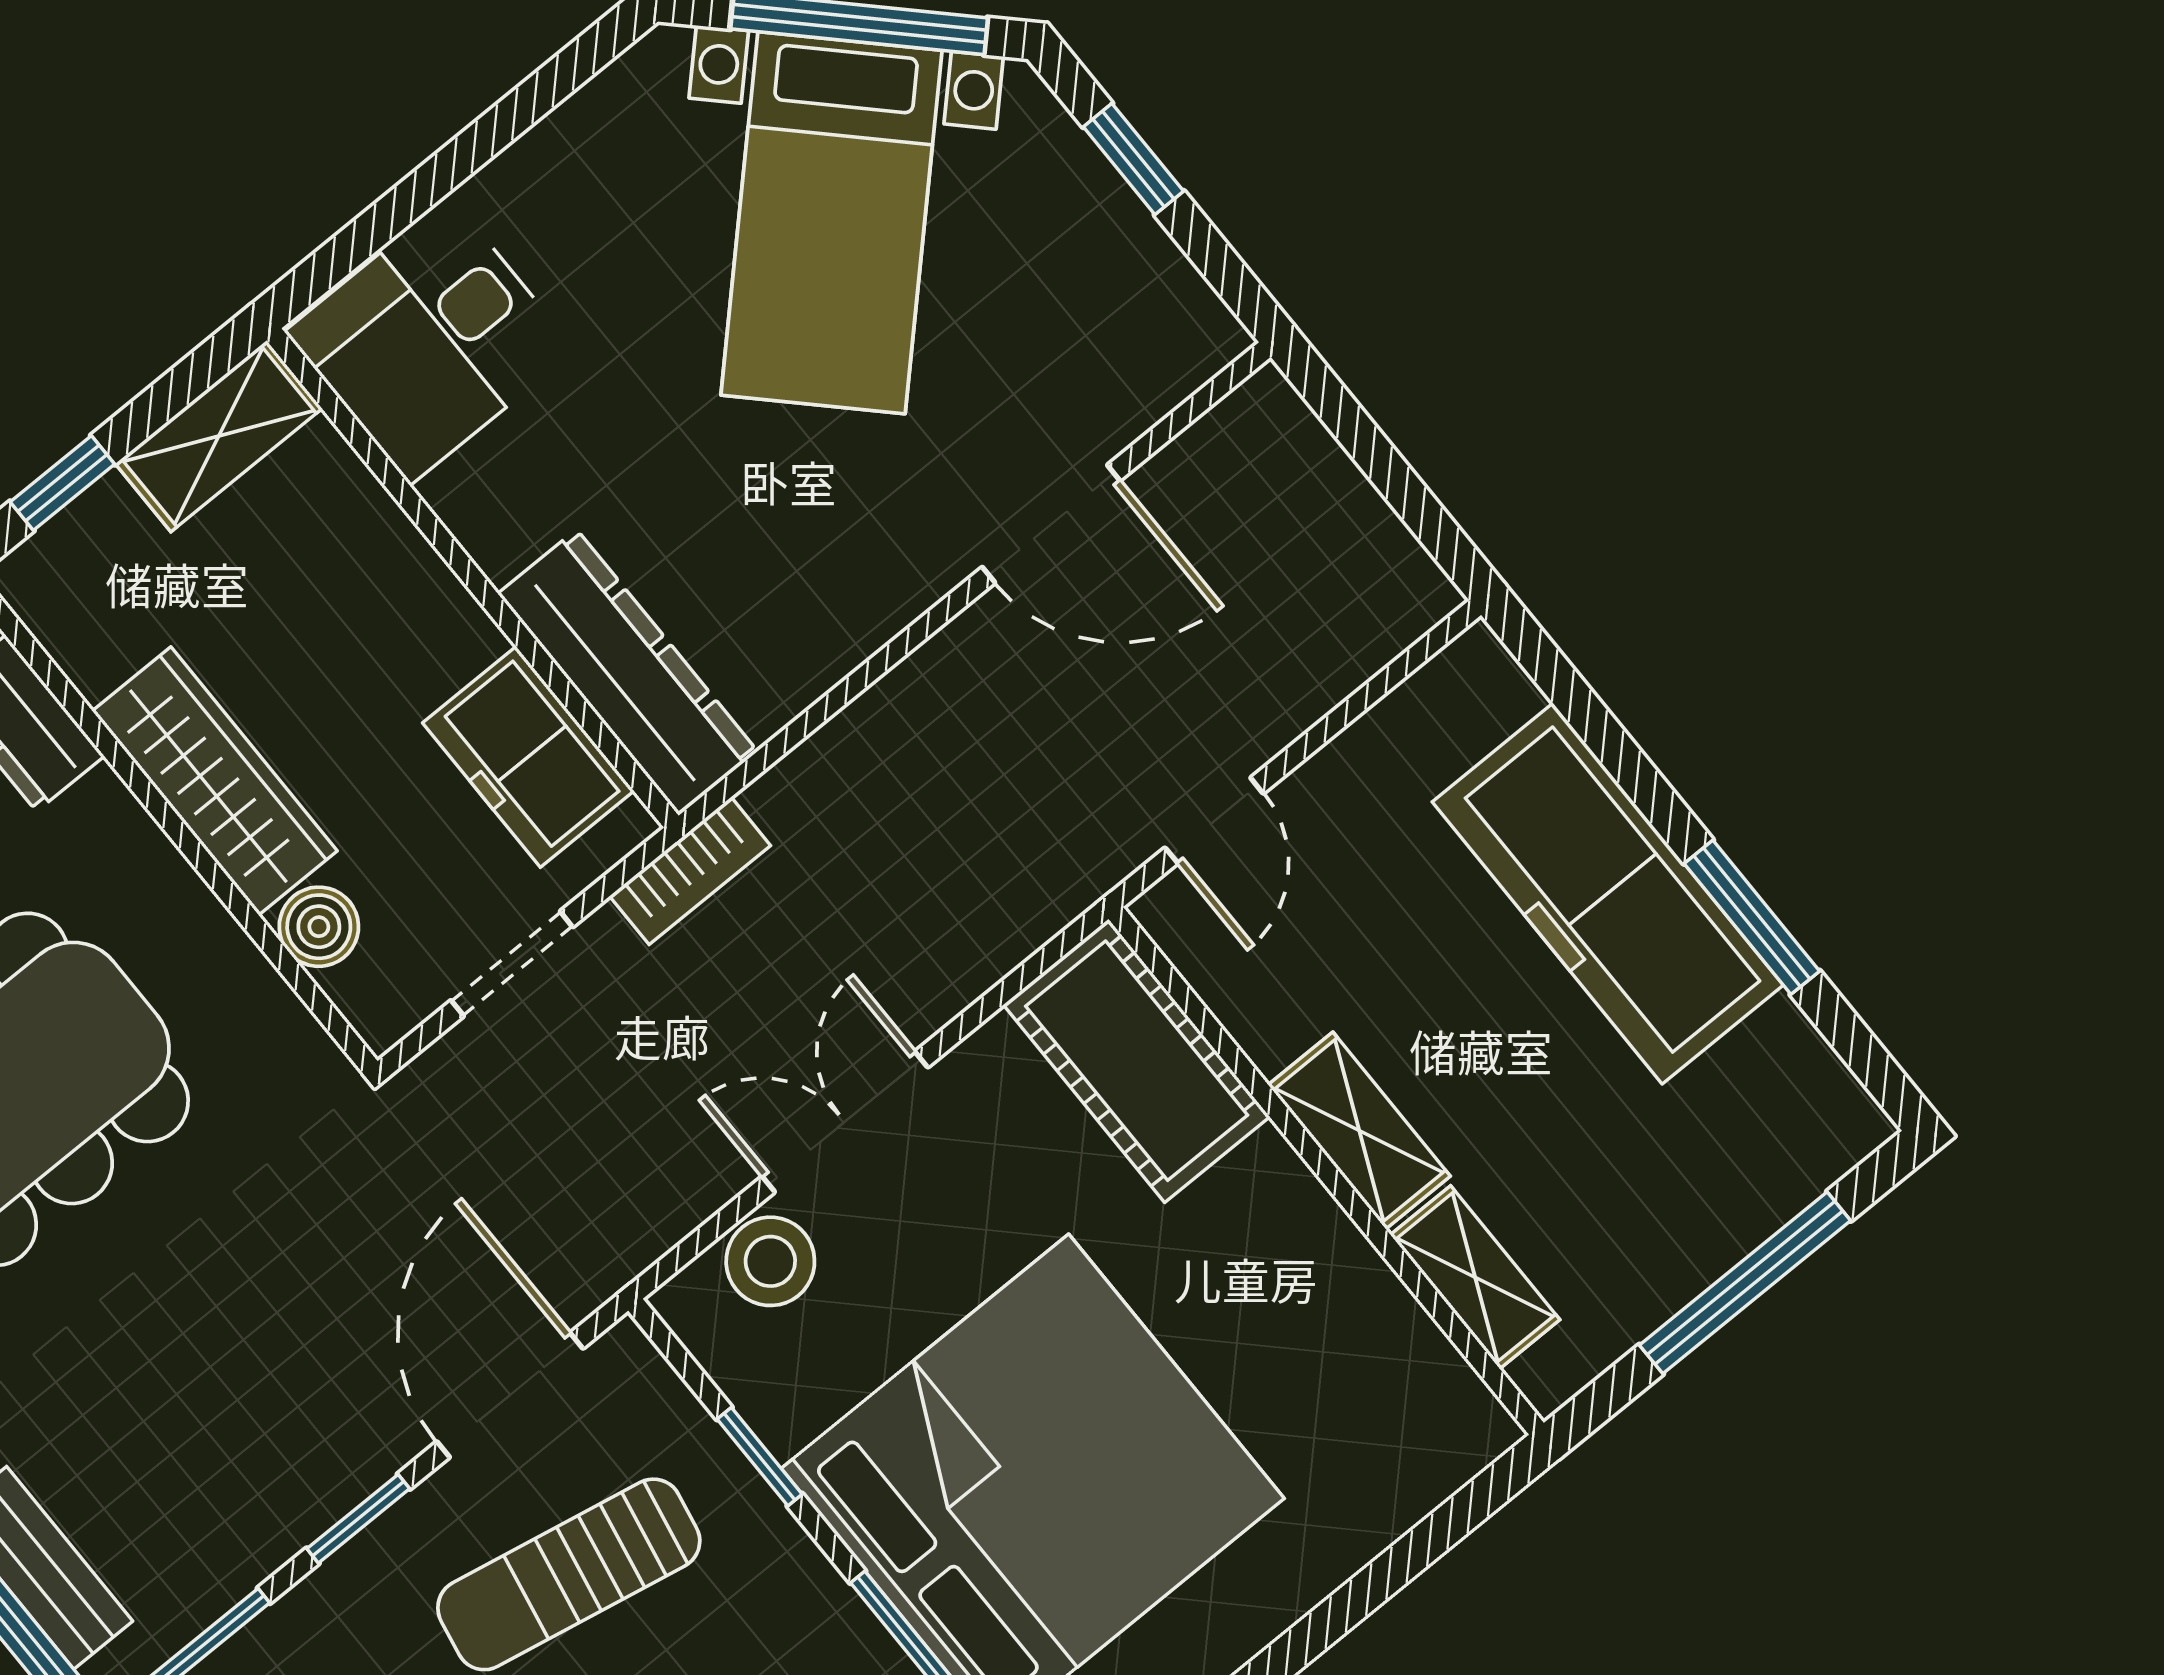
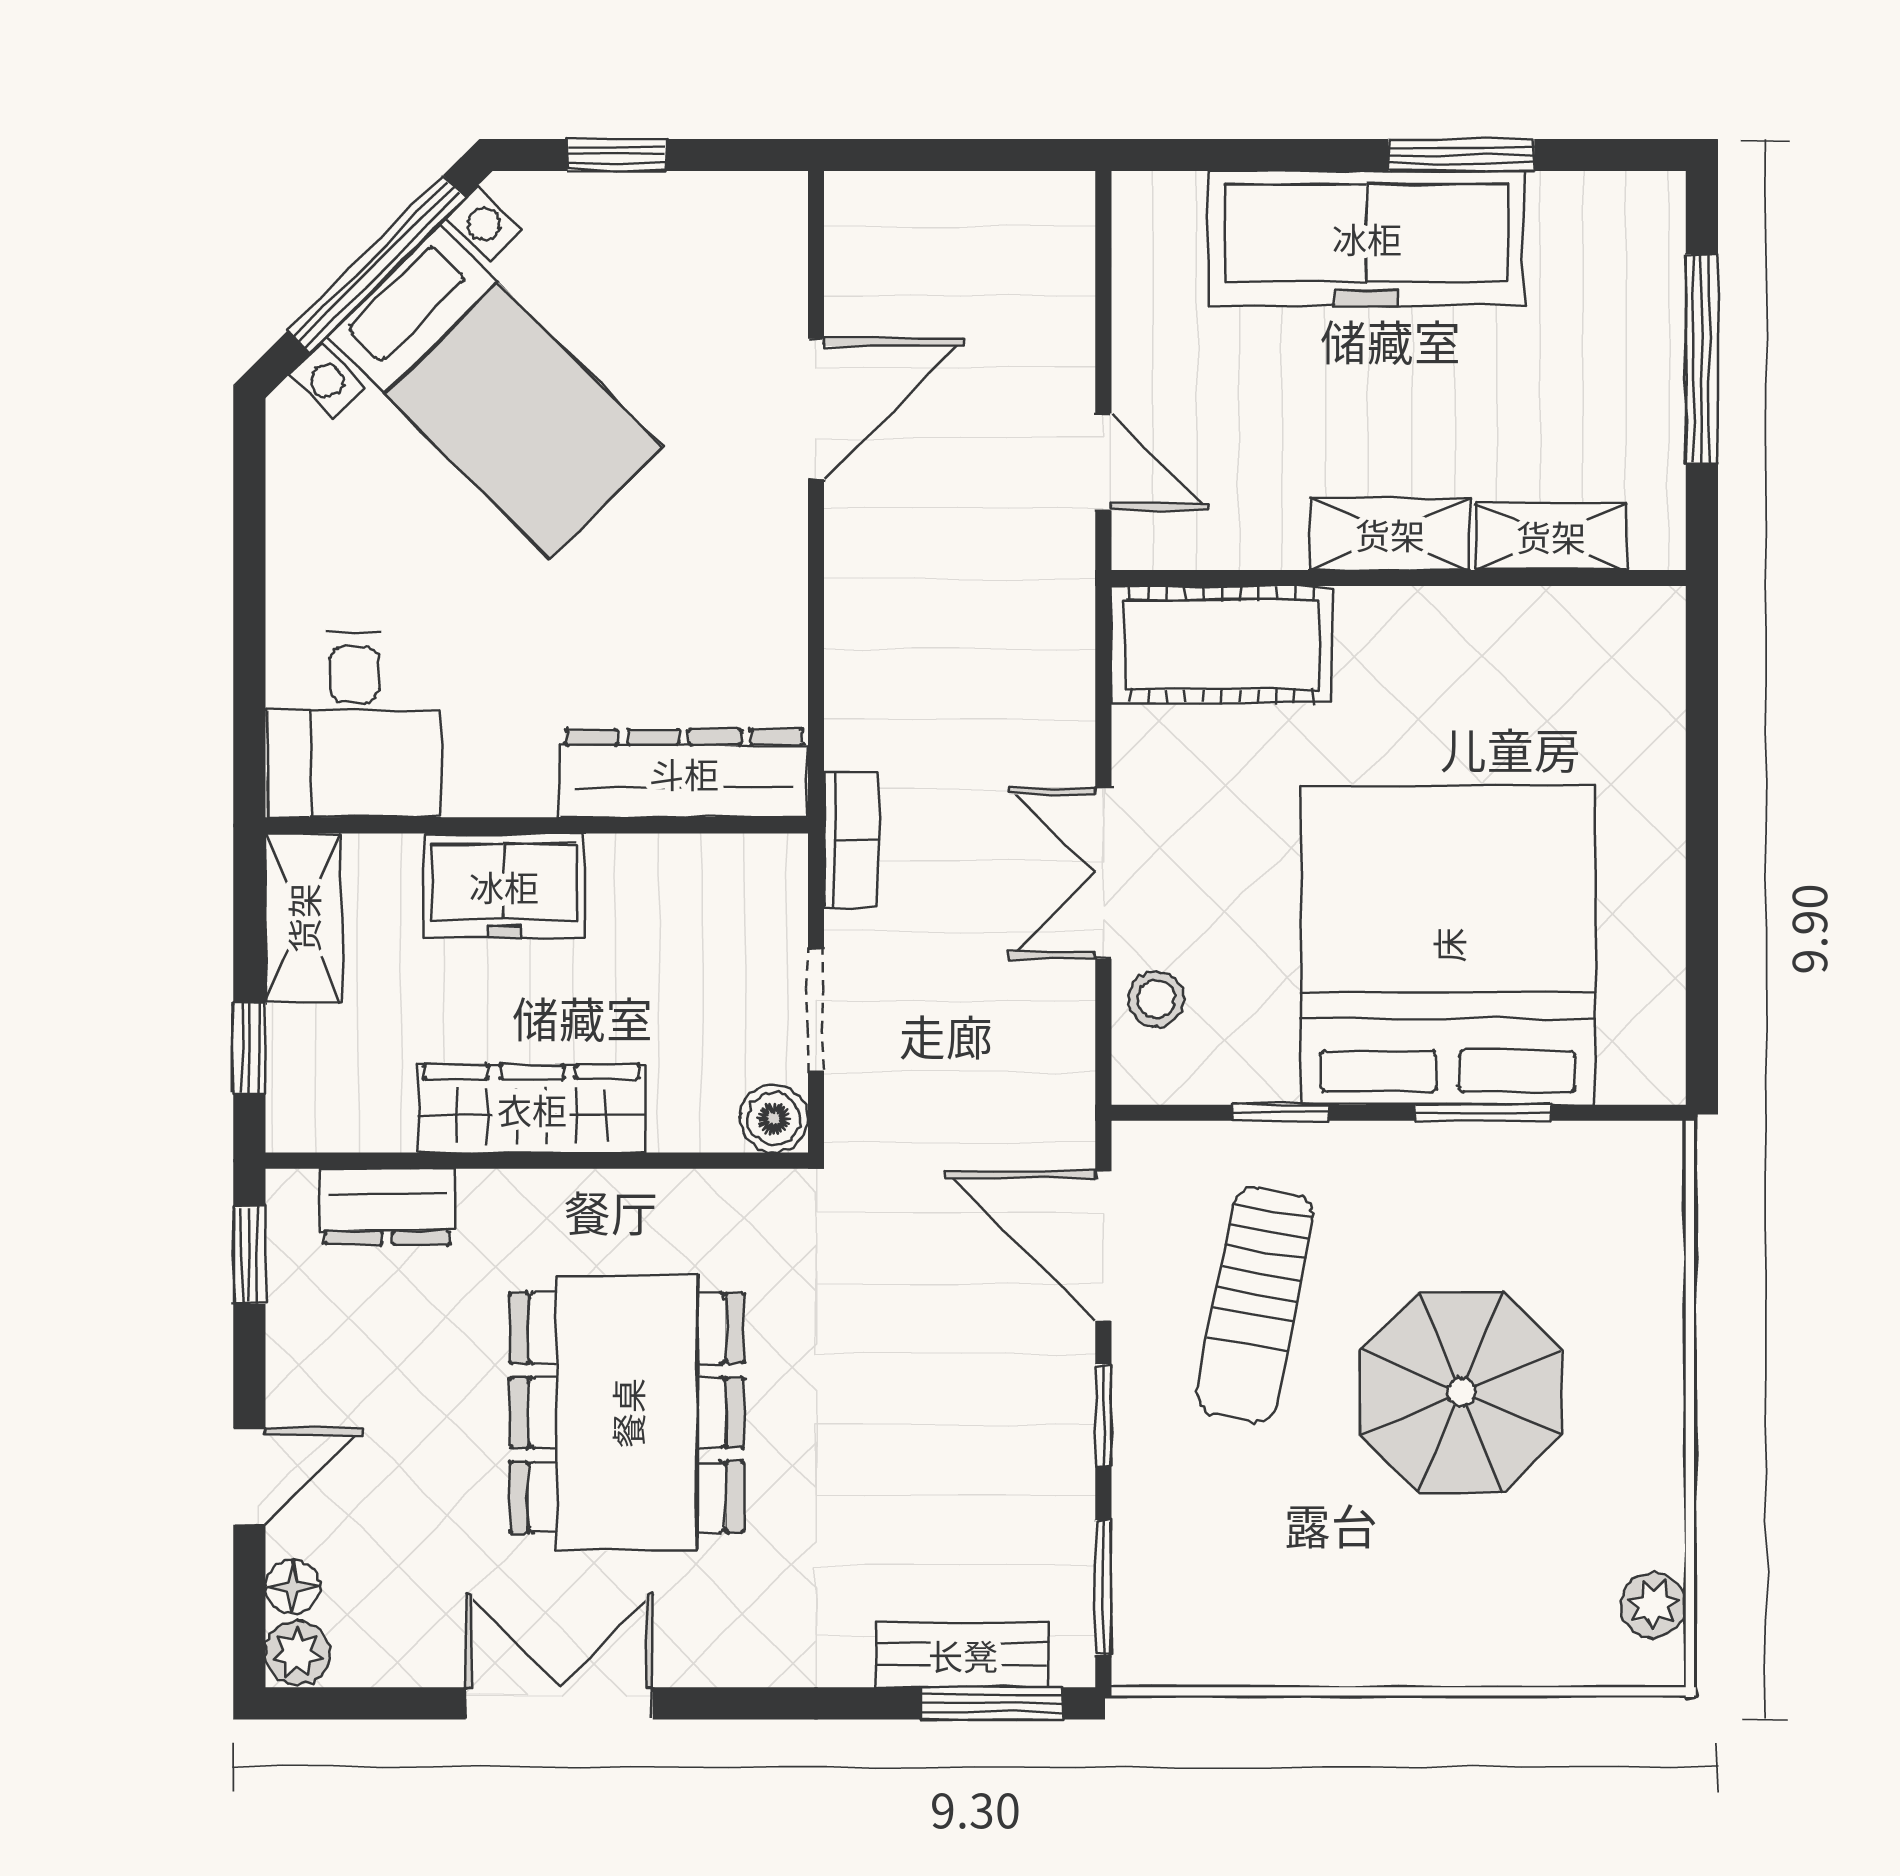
freezer: (528, 757) -> (504, 886), moved
boiler: (319, 927) -> (774, 1118), moved
stool: (770, 1261) -> (1156, 999), width x0.73, depth x0.73

